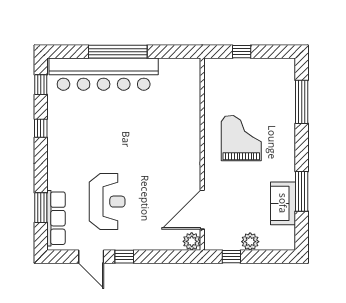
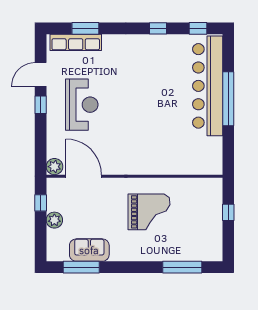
window: (302, 191) -> (81, 267), moved
reception desk: (107, 202) -> (82, 105), moved, turned -90

